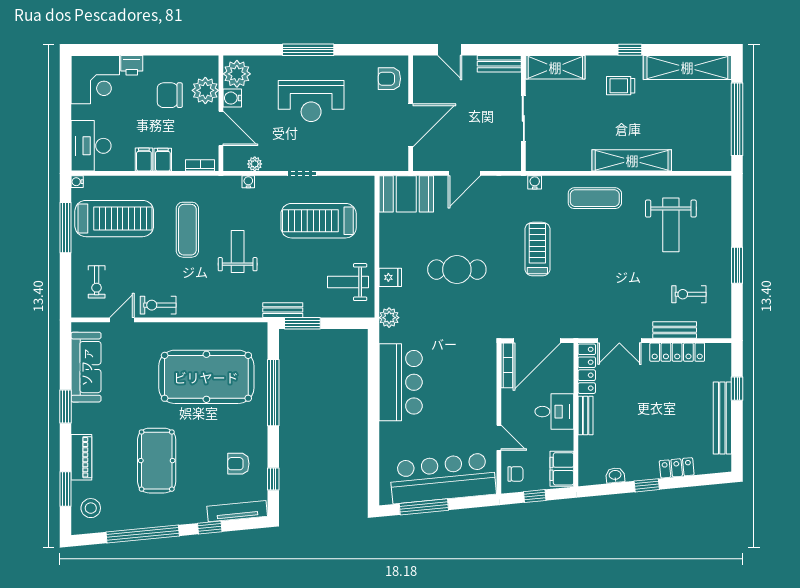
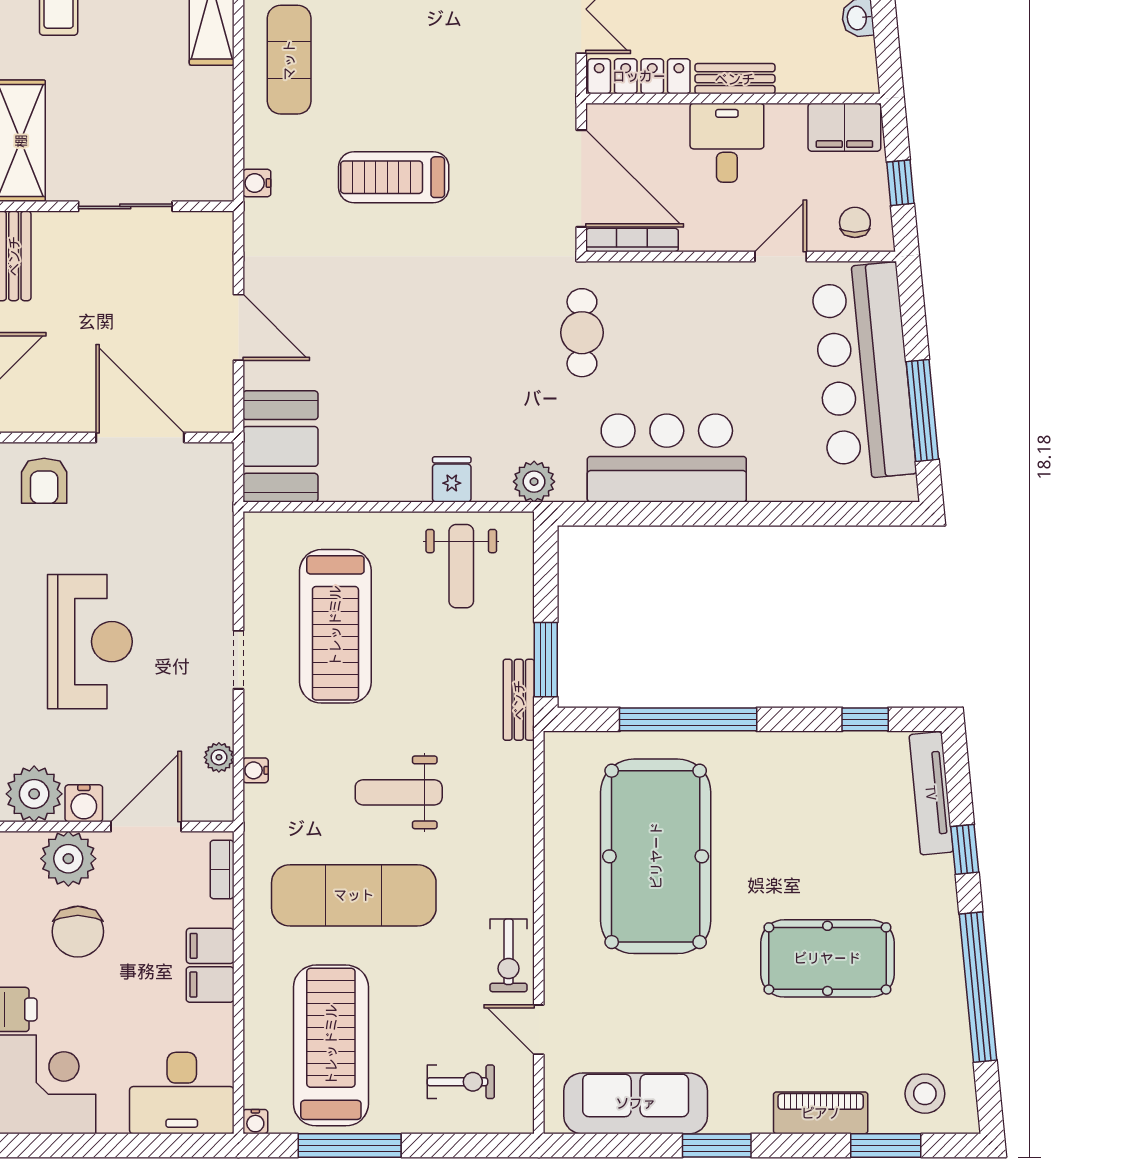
exercise mat: (187, 230) -> (354, 895), width x1.36, depth x1.45
cafe table: (457, 270) -> (582, 333), moved, width x0.73, depth x0.74
armchair: (238, 464) -> (834, 791), removed

